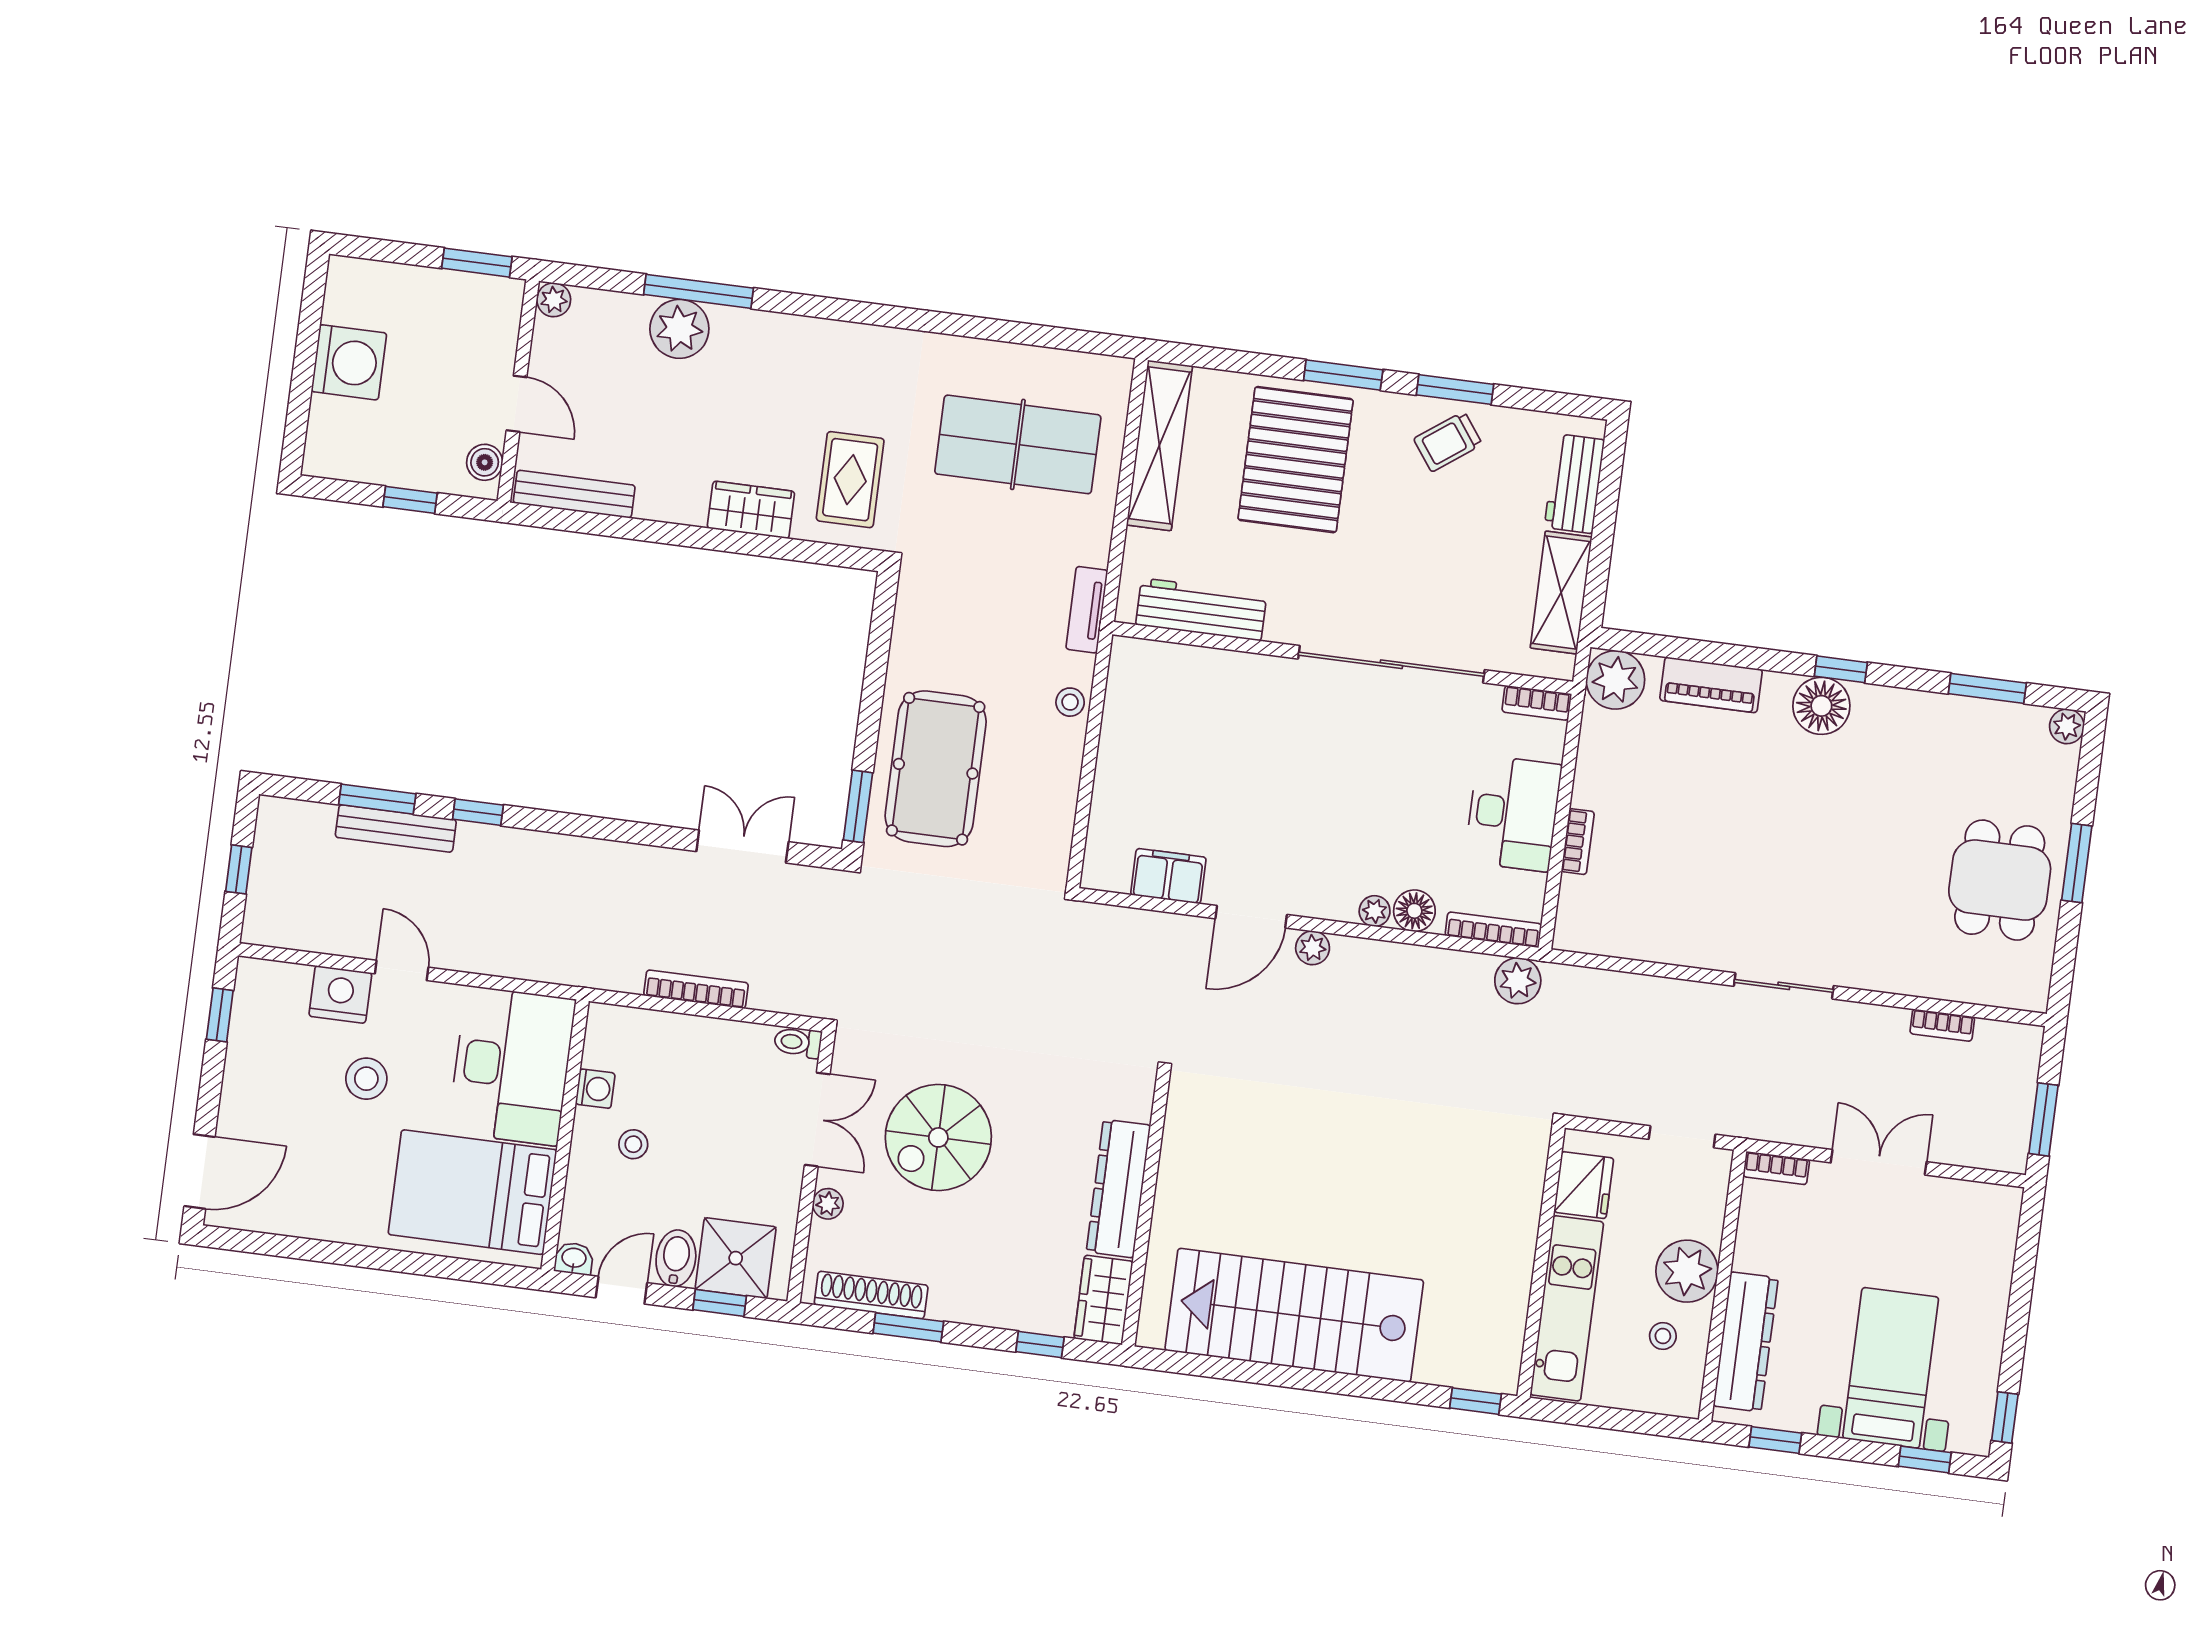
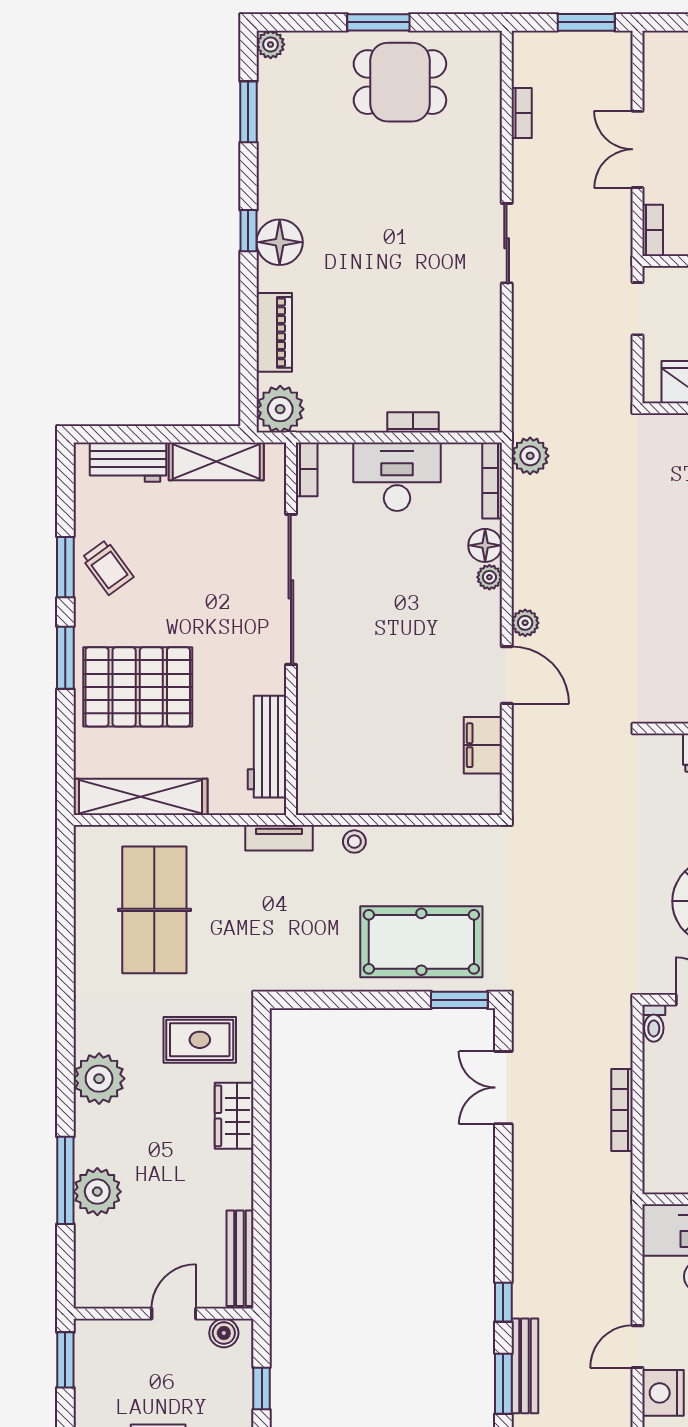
plant: (554, 300) -> (99, 1079), moved, width x1.87, depth x1.87

